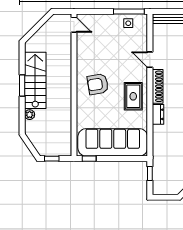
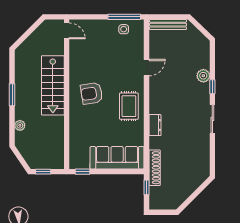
door: (150, 60) -> (146, 68), swing flipped
stairs: (35, 80) -> (53, 85), moved, turned 180
shoe rack: (158, 86) -> (155, 168), moved
sofa: (113, 142) -> (117, 158), width x0.74, depth x0.79

